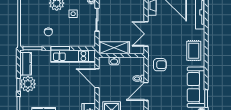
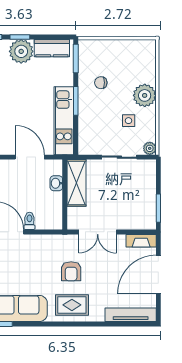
double door: (146, 34) -> (98, 232), swing flipped
armchair: (160, 65) -> (71, 271), moved
door: (97, 78) -> (30, 157), hinge flipped

